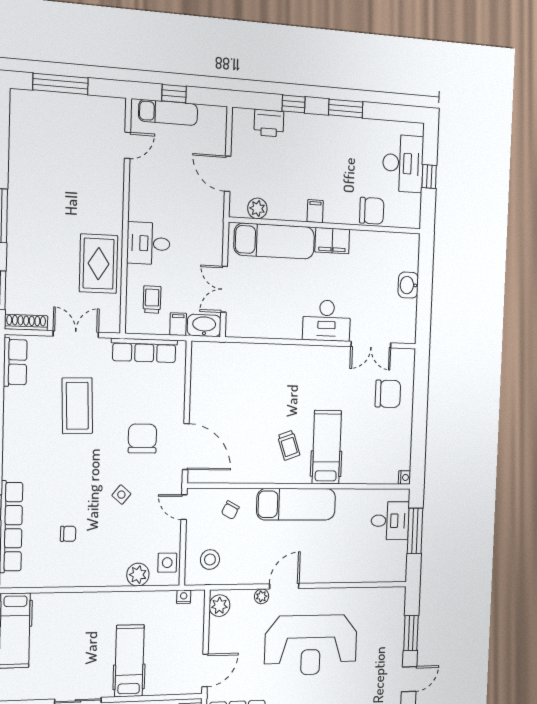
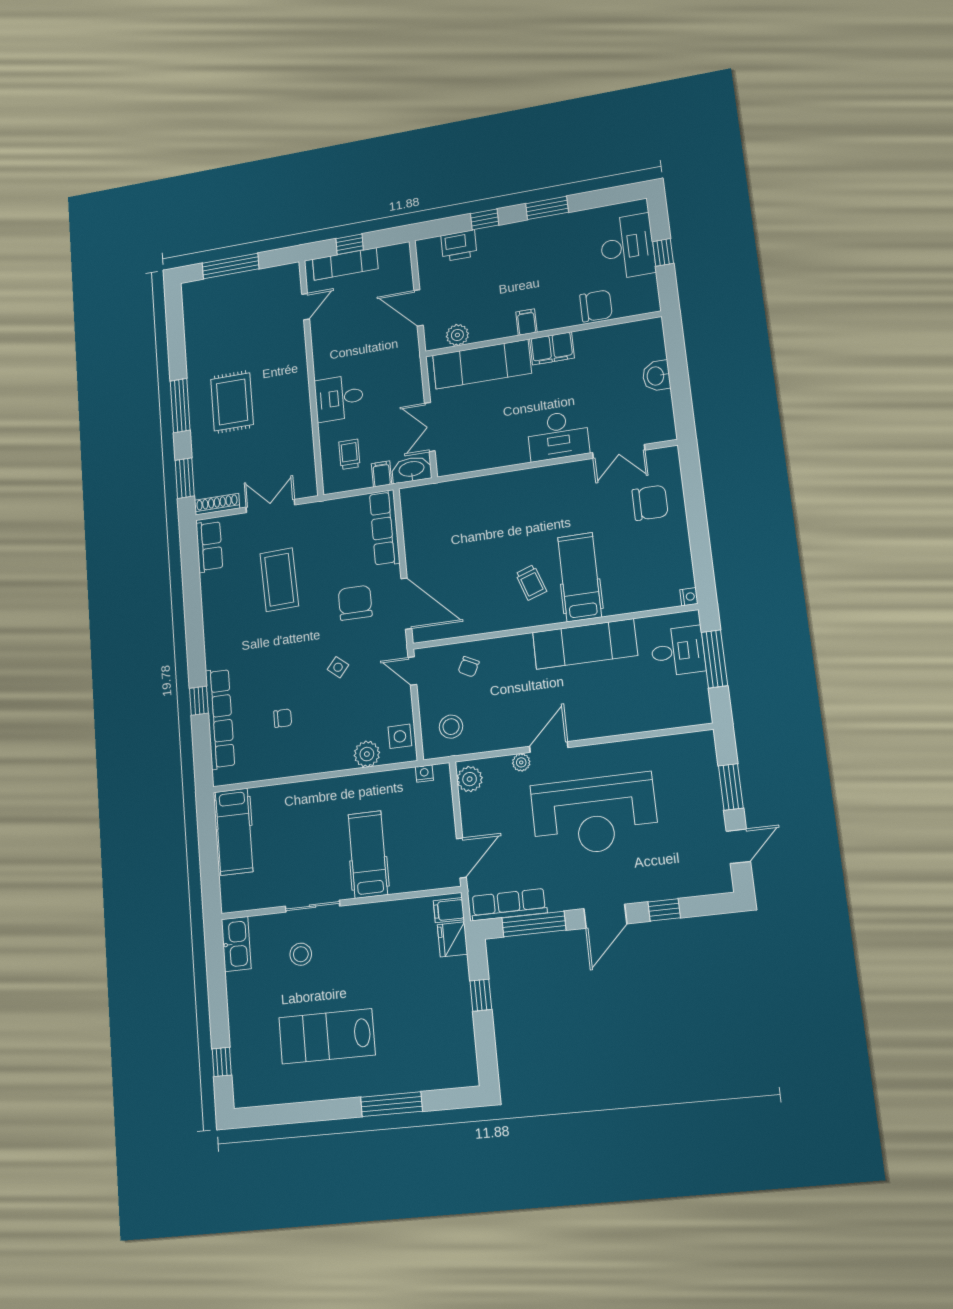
rug: (99, 264) -> (232, 402), moved
row of seats: (144, 350) -> (385, 528), moved, turned 90
exam couch: (296, 504) -> (585, 644), moved

